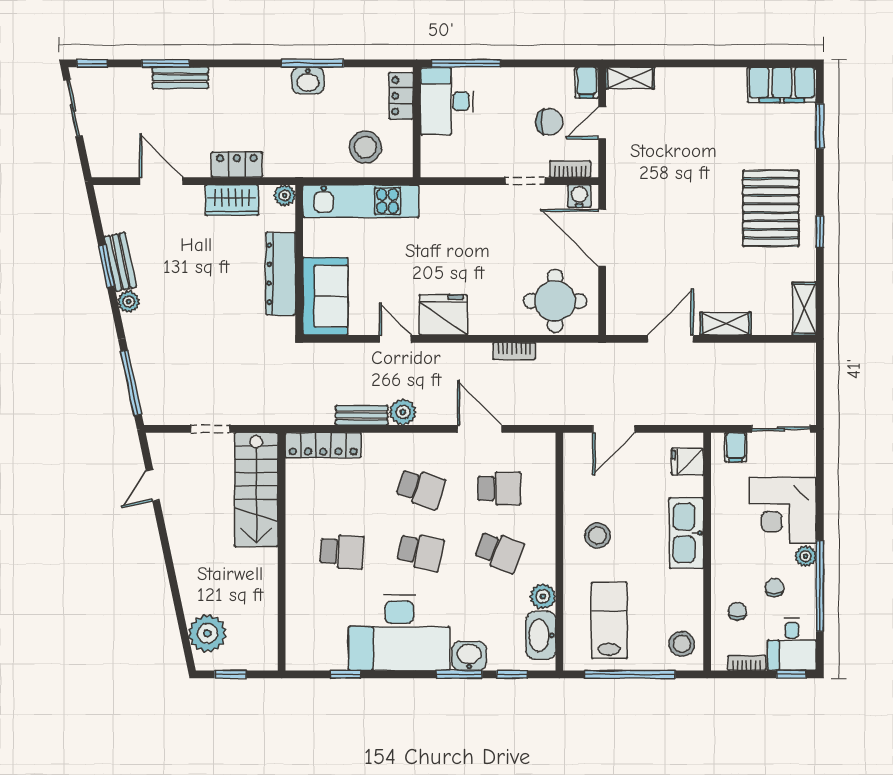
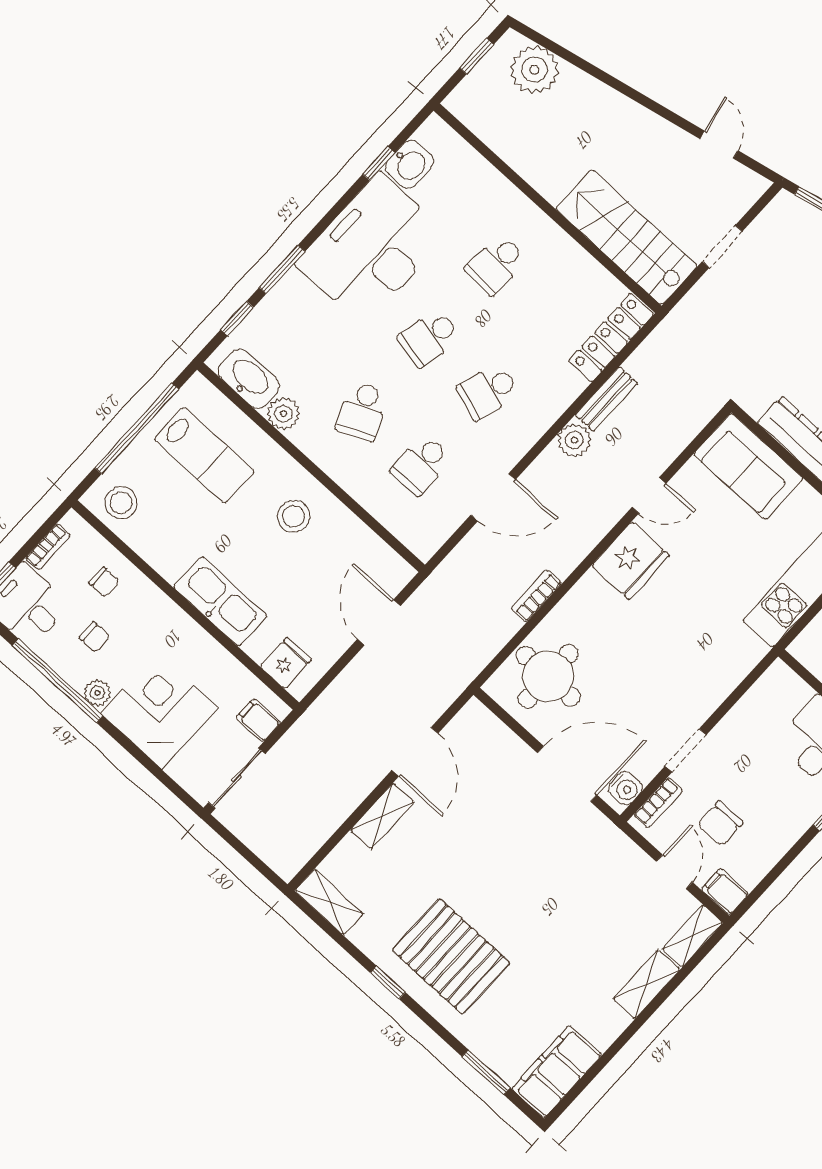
shelving: (683, 79) -> (646, 984), added
school desk: (499, 552) -> (362, 411), turned -45
washbasin: (469, 656) -> (410, 164), moved

